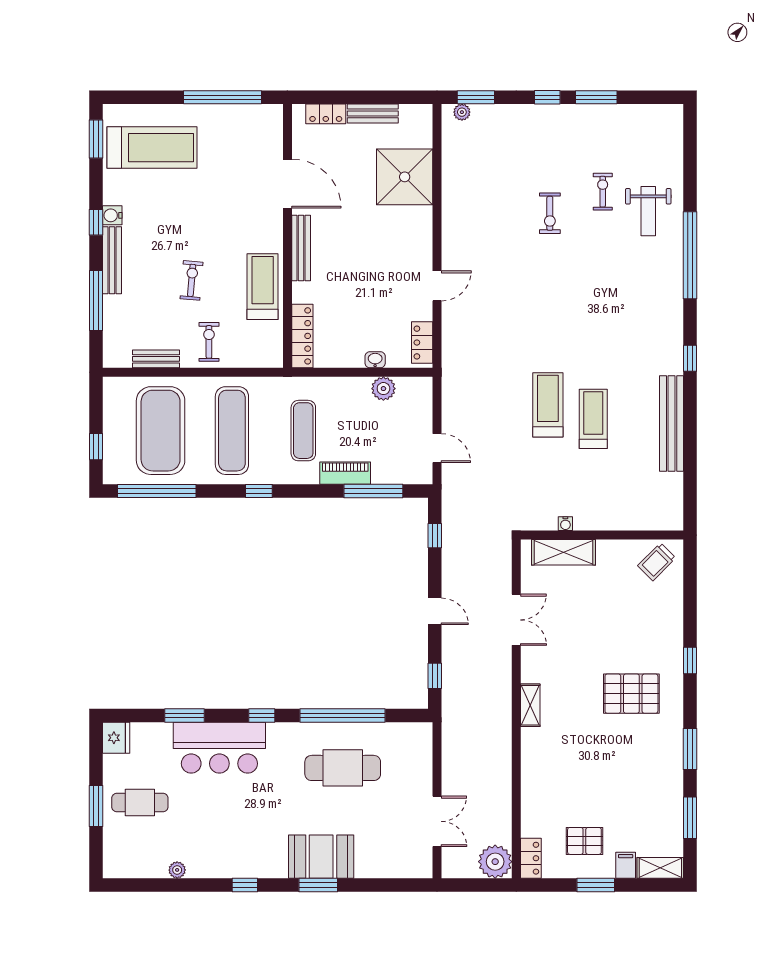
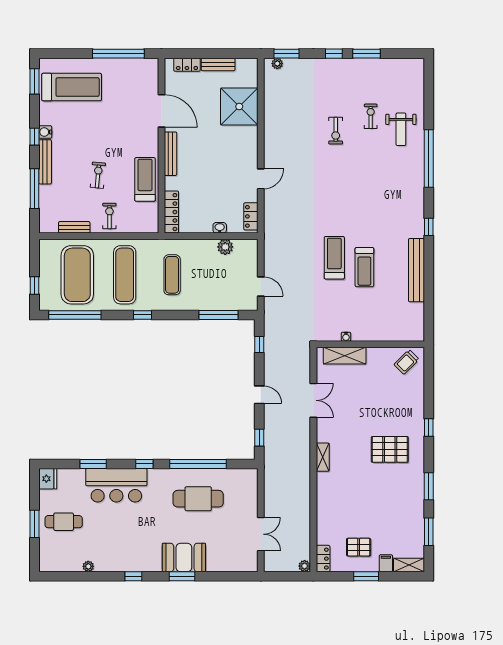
treadmill: (593, 419) -> (364, 267), turned 180
piano: (345, 473) -> (200, 303), removed
plant: (495, 862) -> (305, 566), width x0.53, depth x0.53

